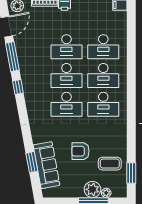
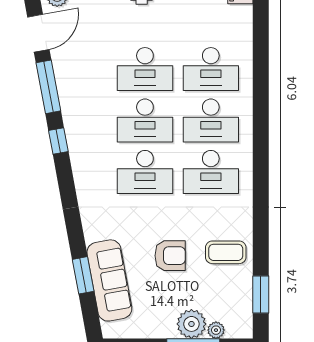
armchair: (81, 151) -> (170, 256), turned 180
coffee table: (110, 164) -> (226, 252), moved

